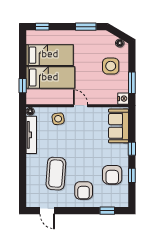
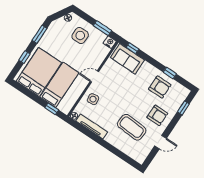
window: (42, 27) -> (24, 57), moved
bed: (50, 55) -> (39, 72), width x1.50
window: (132, 149) -> (133, 48), moved
door: (47, 211) -> (161, 142), moved

